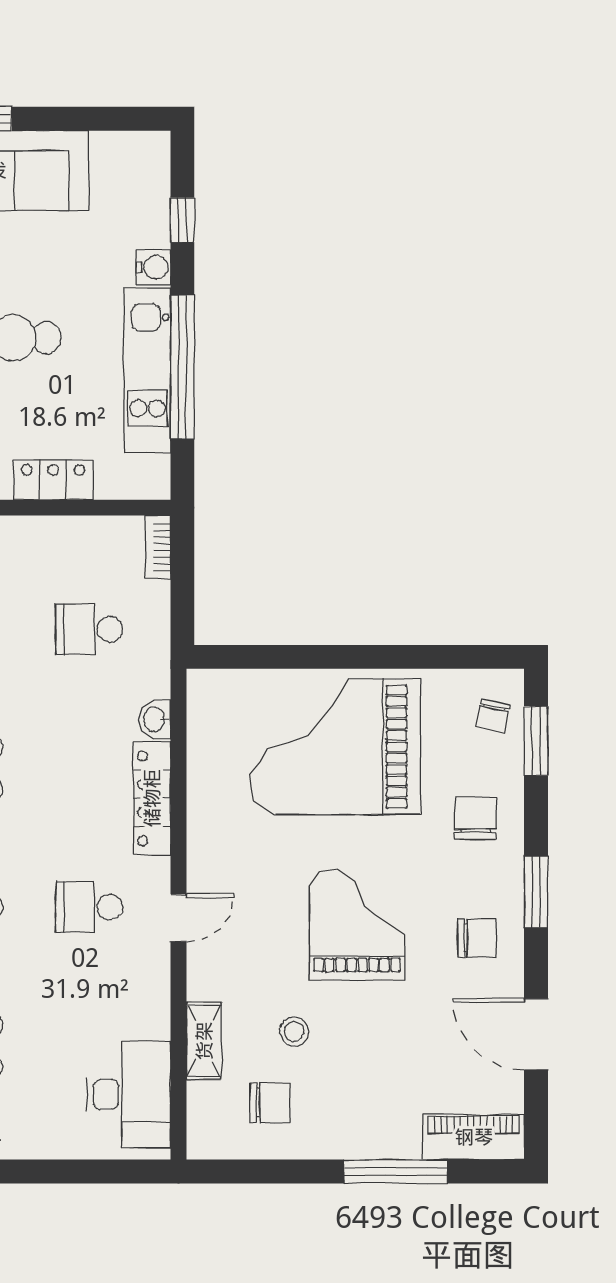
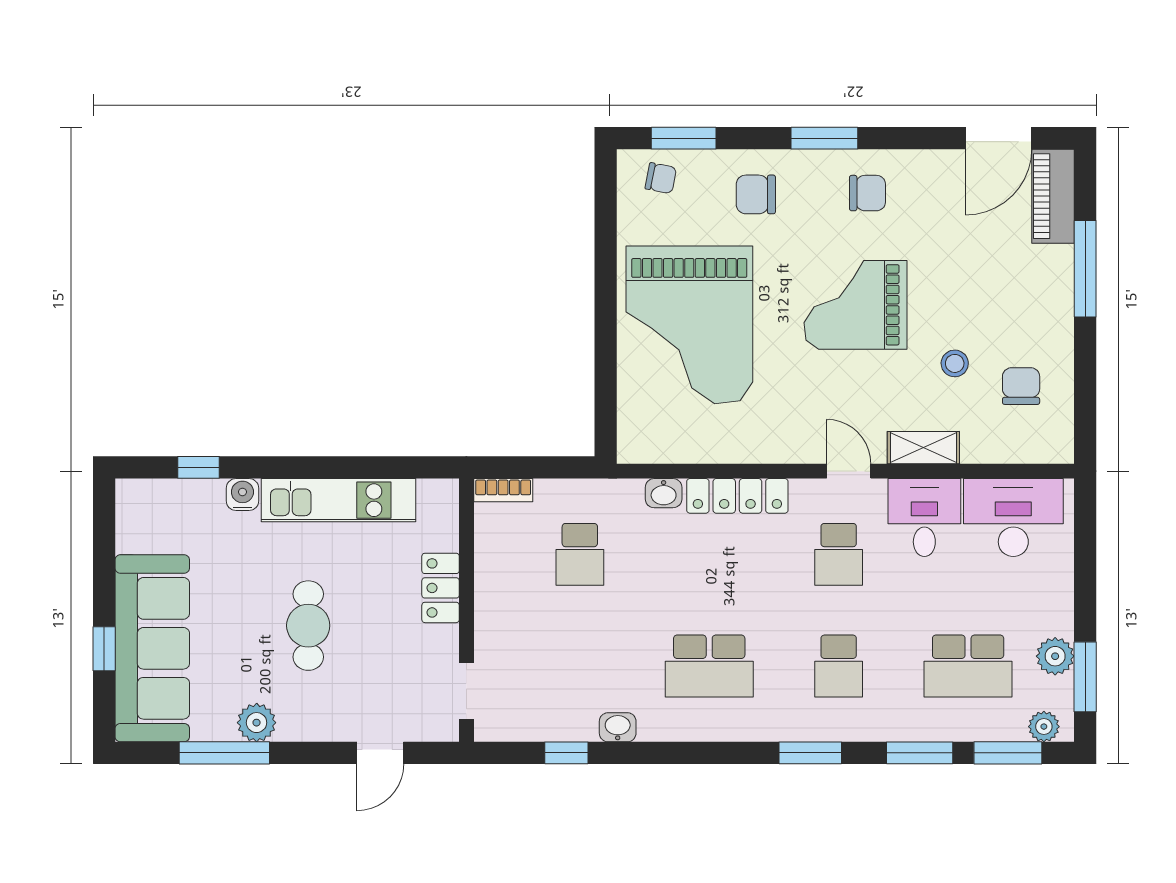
window: (182, 367) -> (335, 467), removed
chair: (477, 938) -> (867, 193), turned 90
desk: (129, 999) -> (924, 518), added
door: (536, 1034) -> (999, 138), moved
shelving: (204, 1041) -> (923, 448), moved

